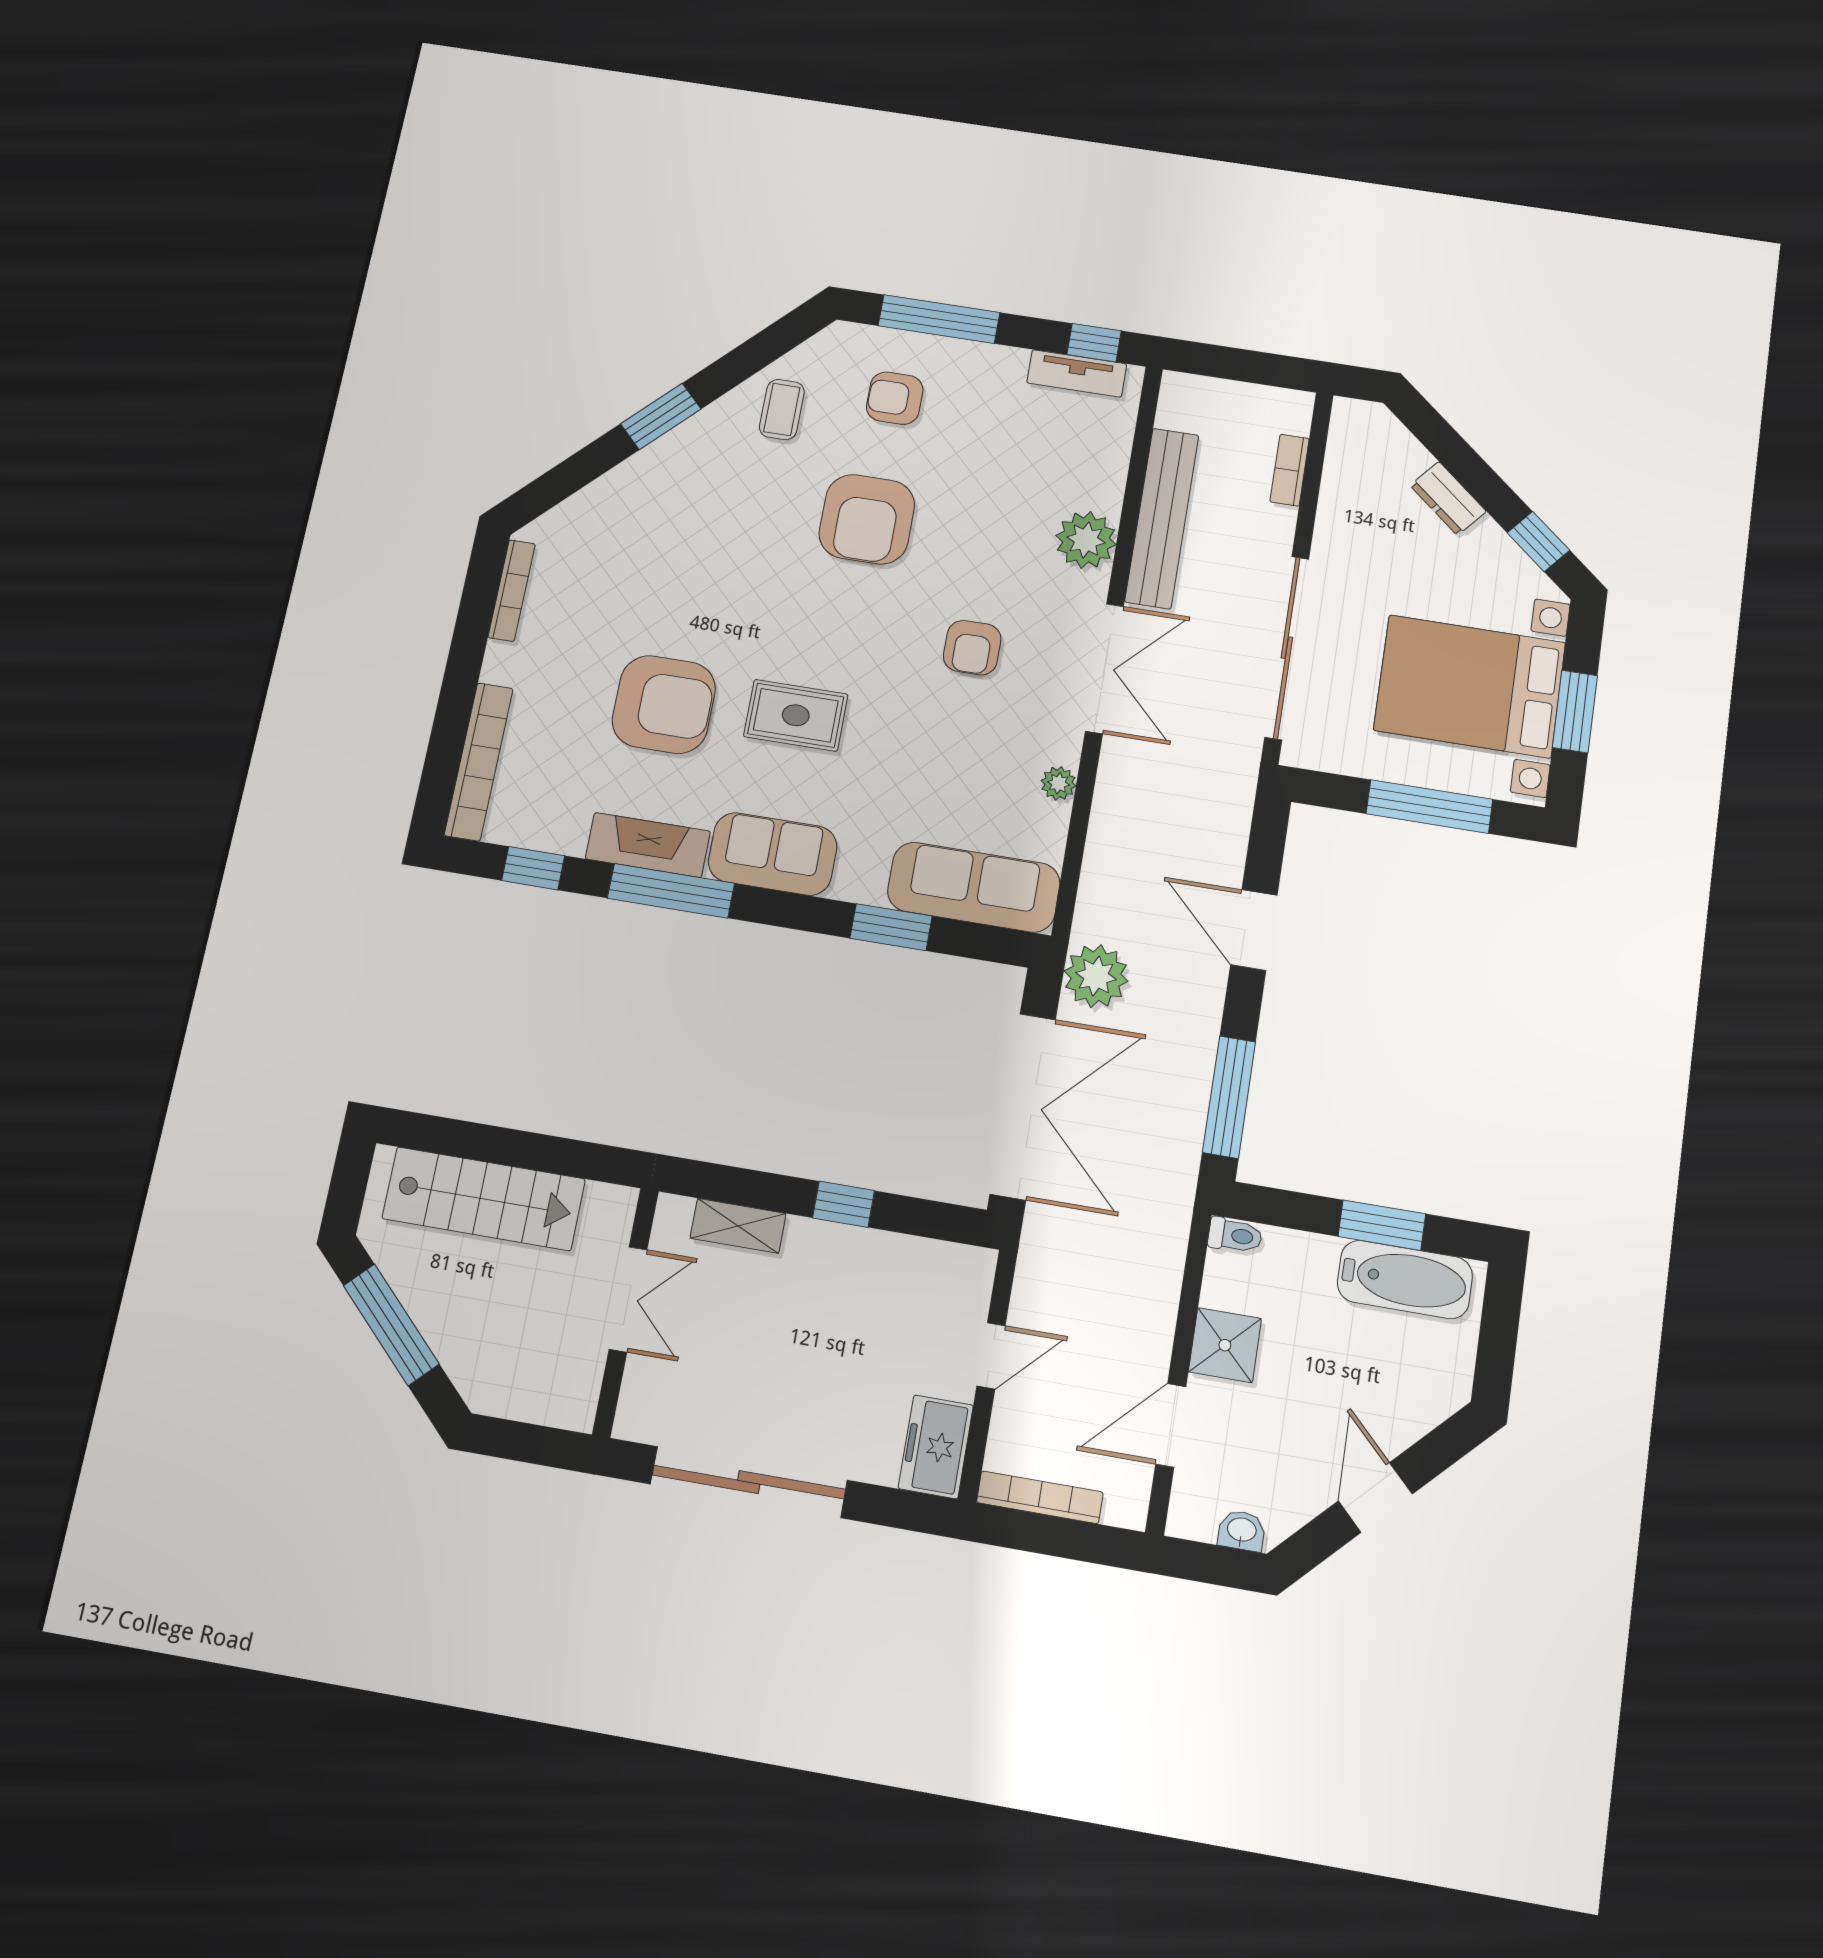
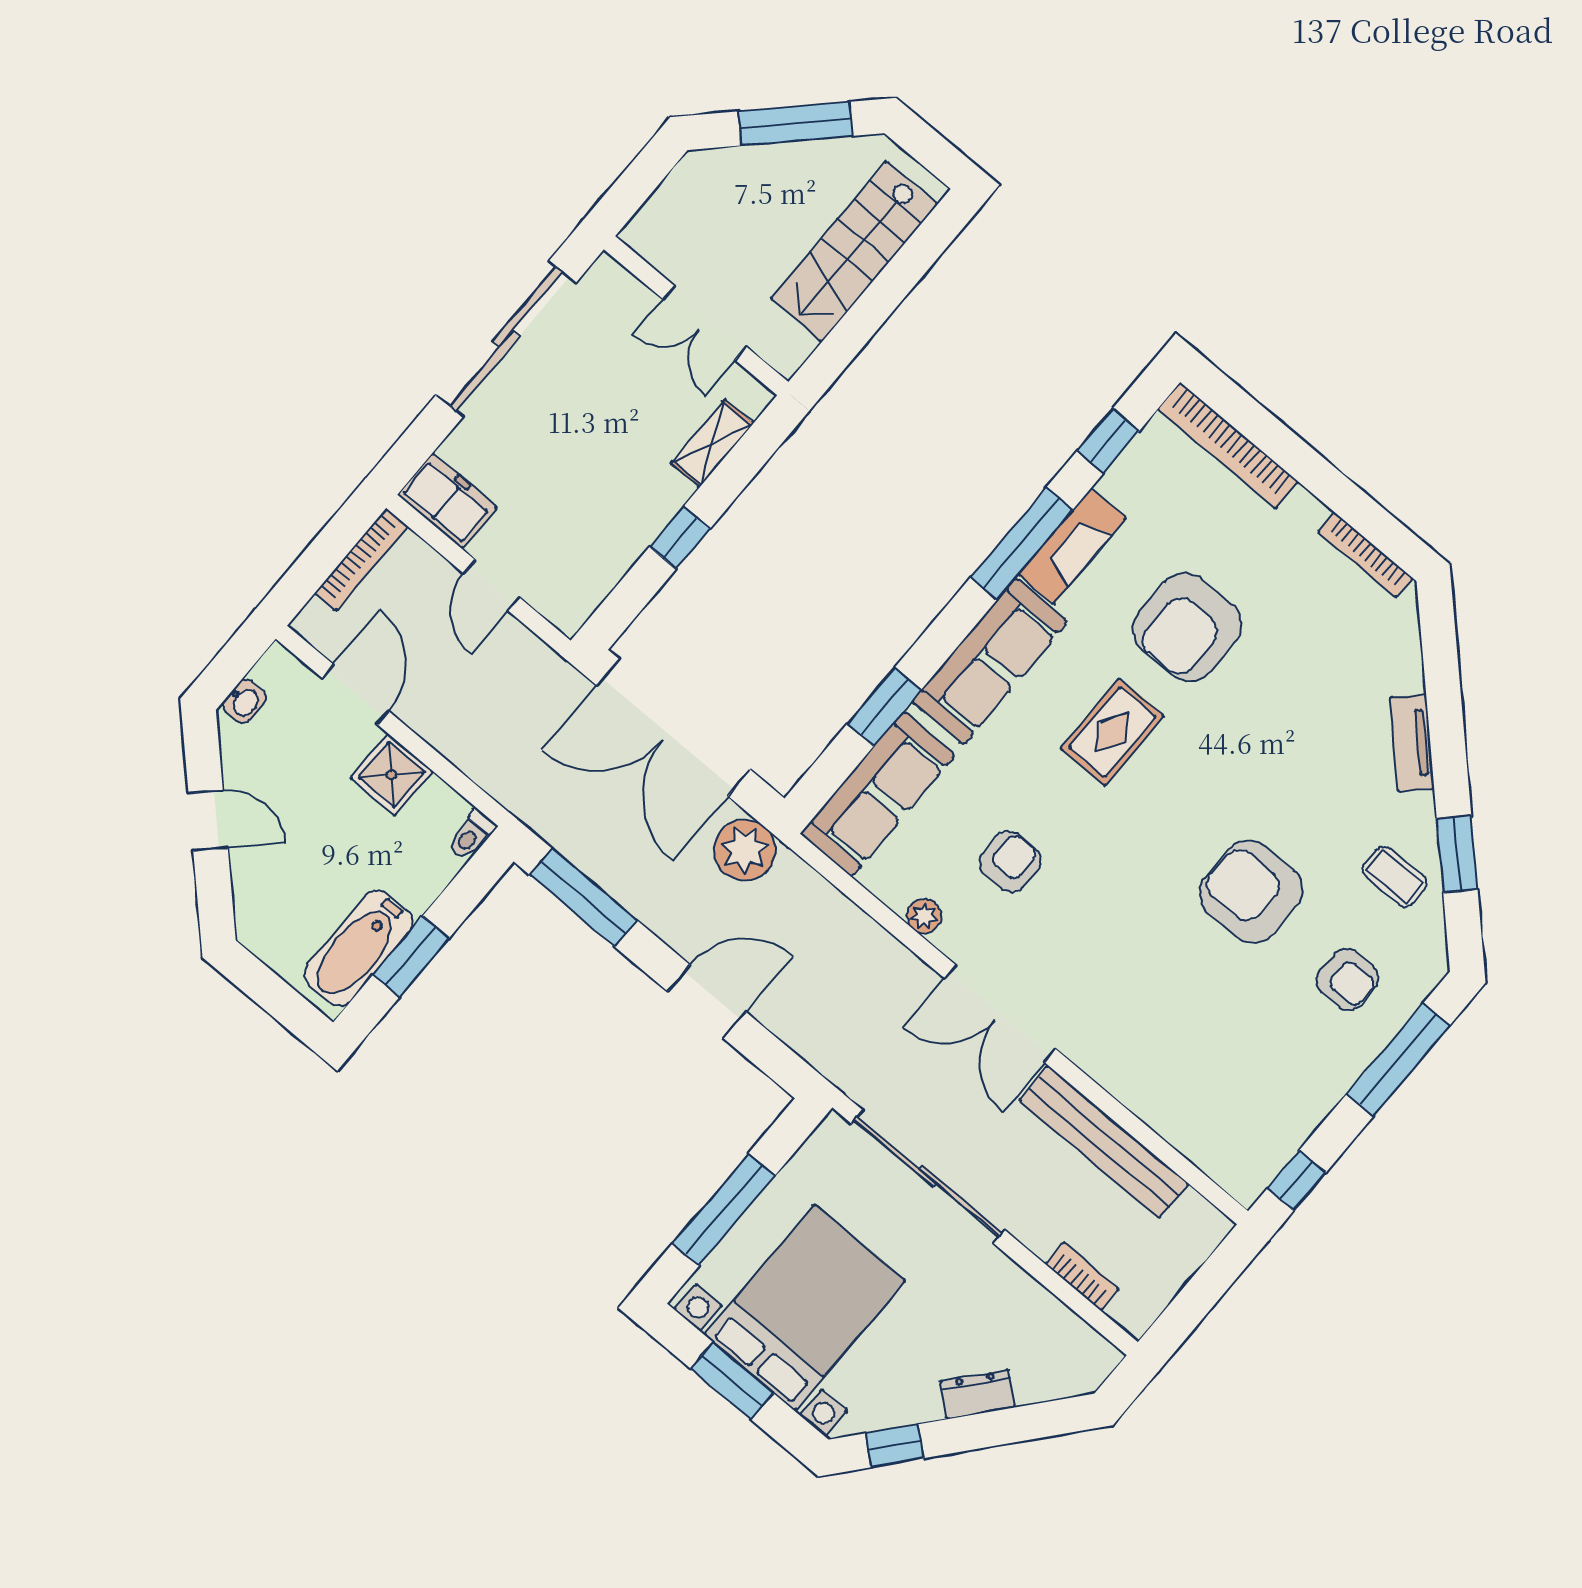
tv unit: (1077, 373) -> (1412, 743), moved, turned -45
armchair: (895, 398) -> (1347, 979), turned 90
window: (661, 416) -> (1457, 854), moved
plant: (1086, 540) -> (1122, 1066), removed
armchair: (972, 648) -> (1010, 862), moved, turned 90
sofa: (773, 854) -> (990, 661), width x1.36

